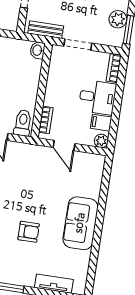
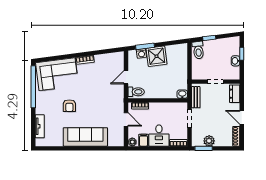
door: (64, 145) -> (126, 119), swing flipped
sofa: (80, 223) -> (85, 137), width x1.36

